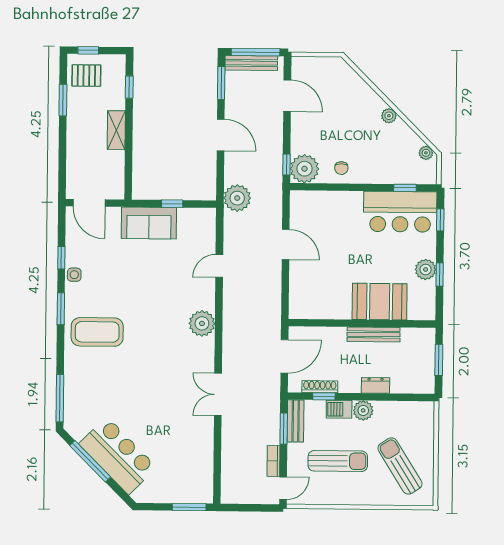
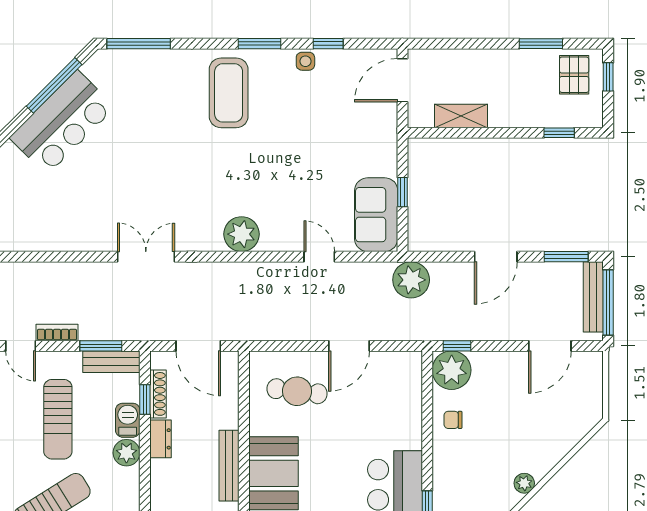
shelving: (116, 130) -> (461, 116), moved
sofa: (149, 223) -> (376, 215), moved
cafe table: (319, 284) -> (297, 391), added
dresser: (375, 385) -> (160, 439), moved

